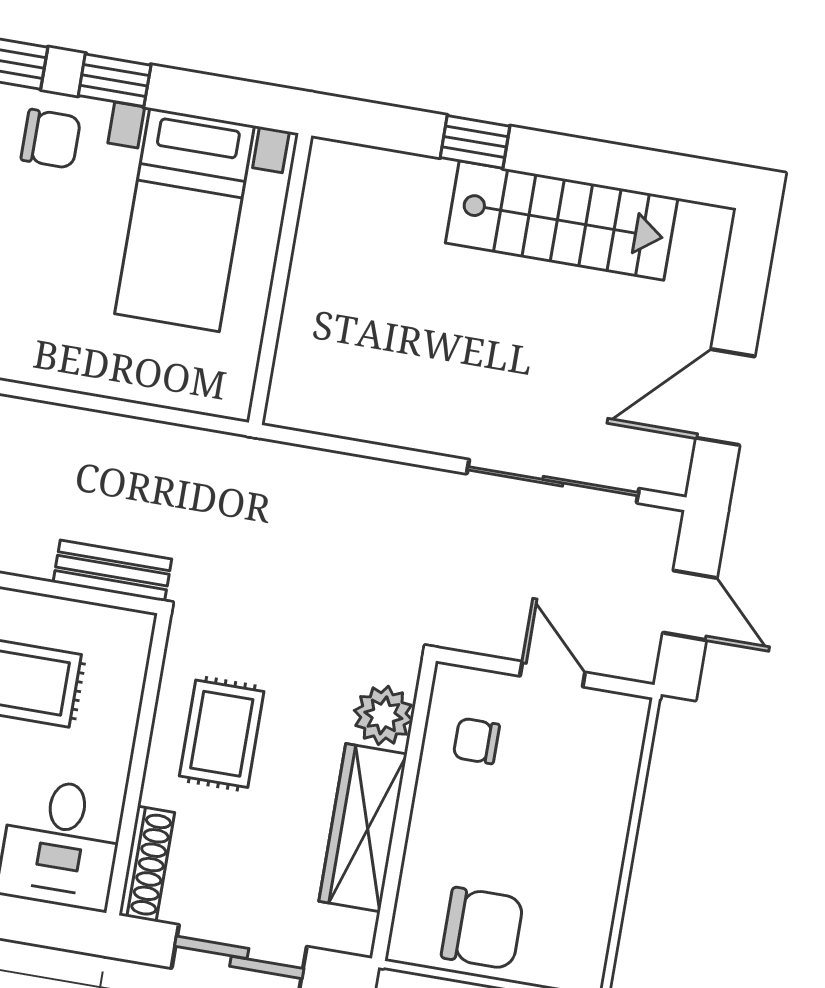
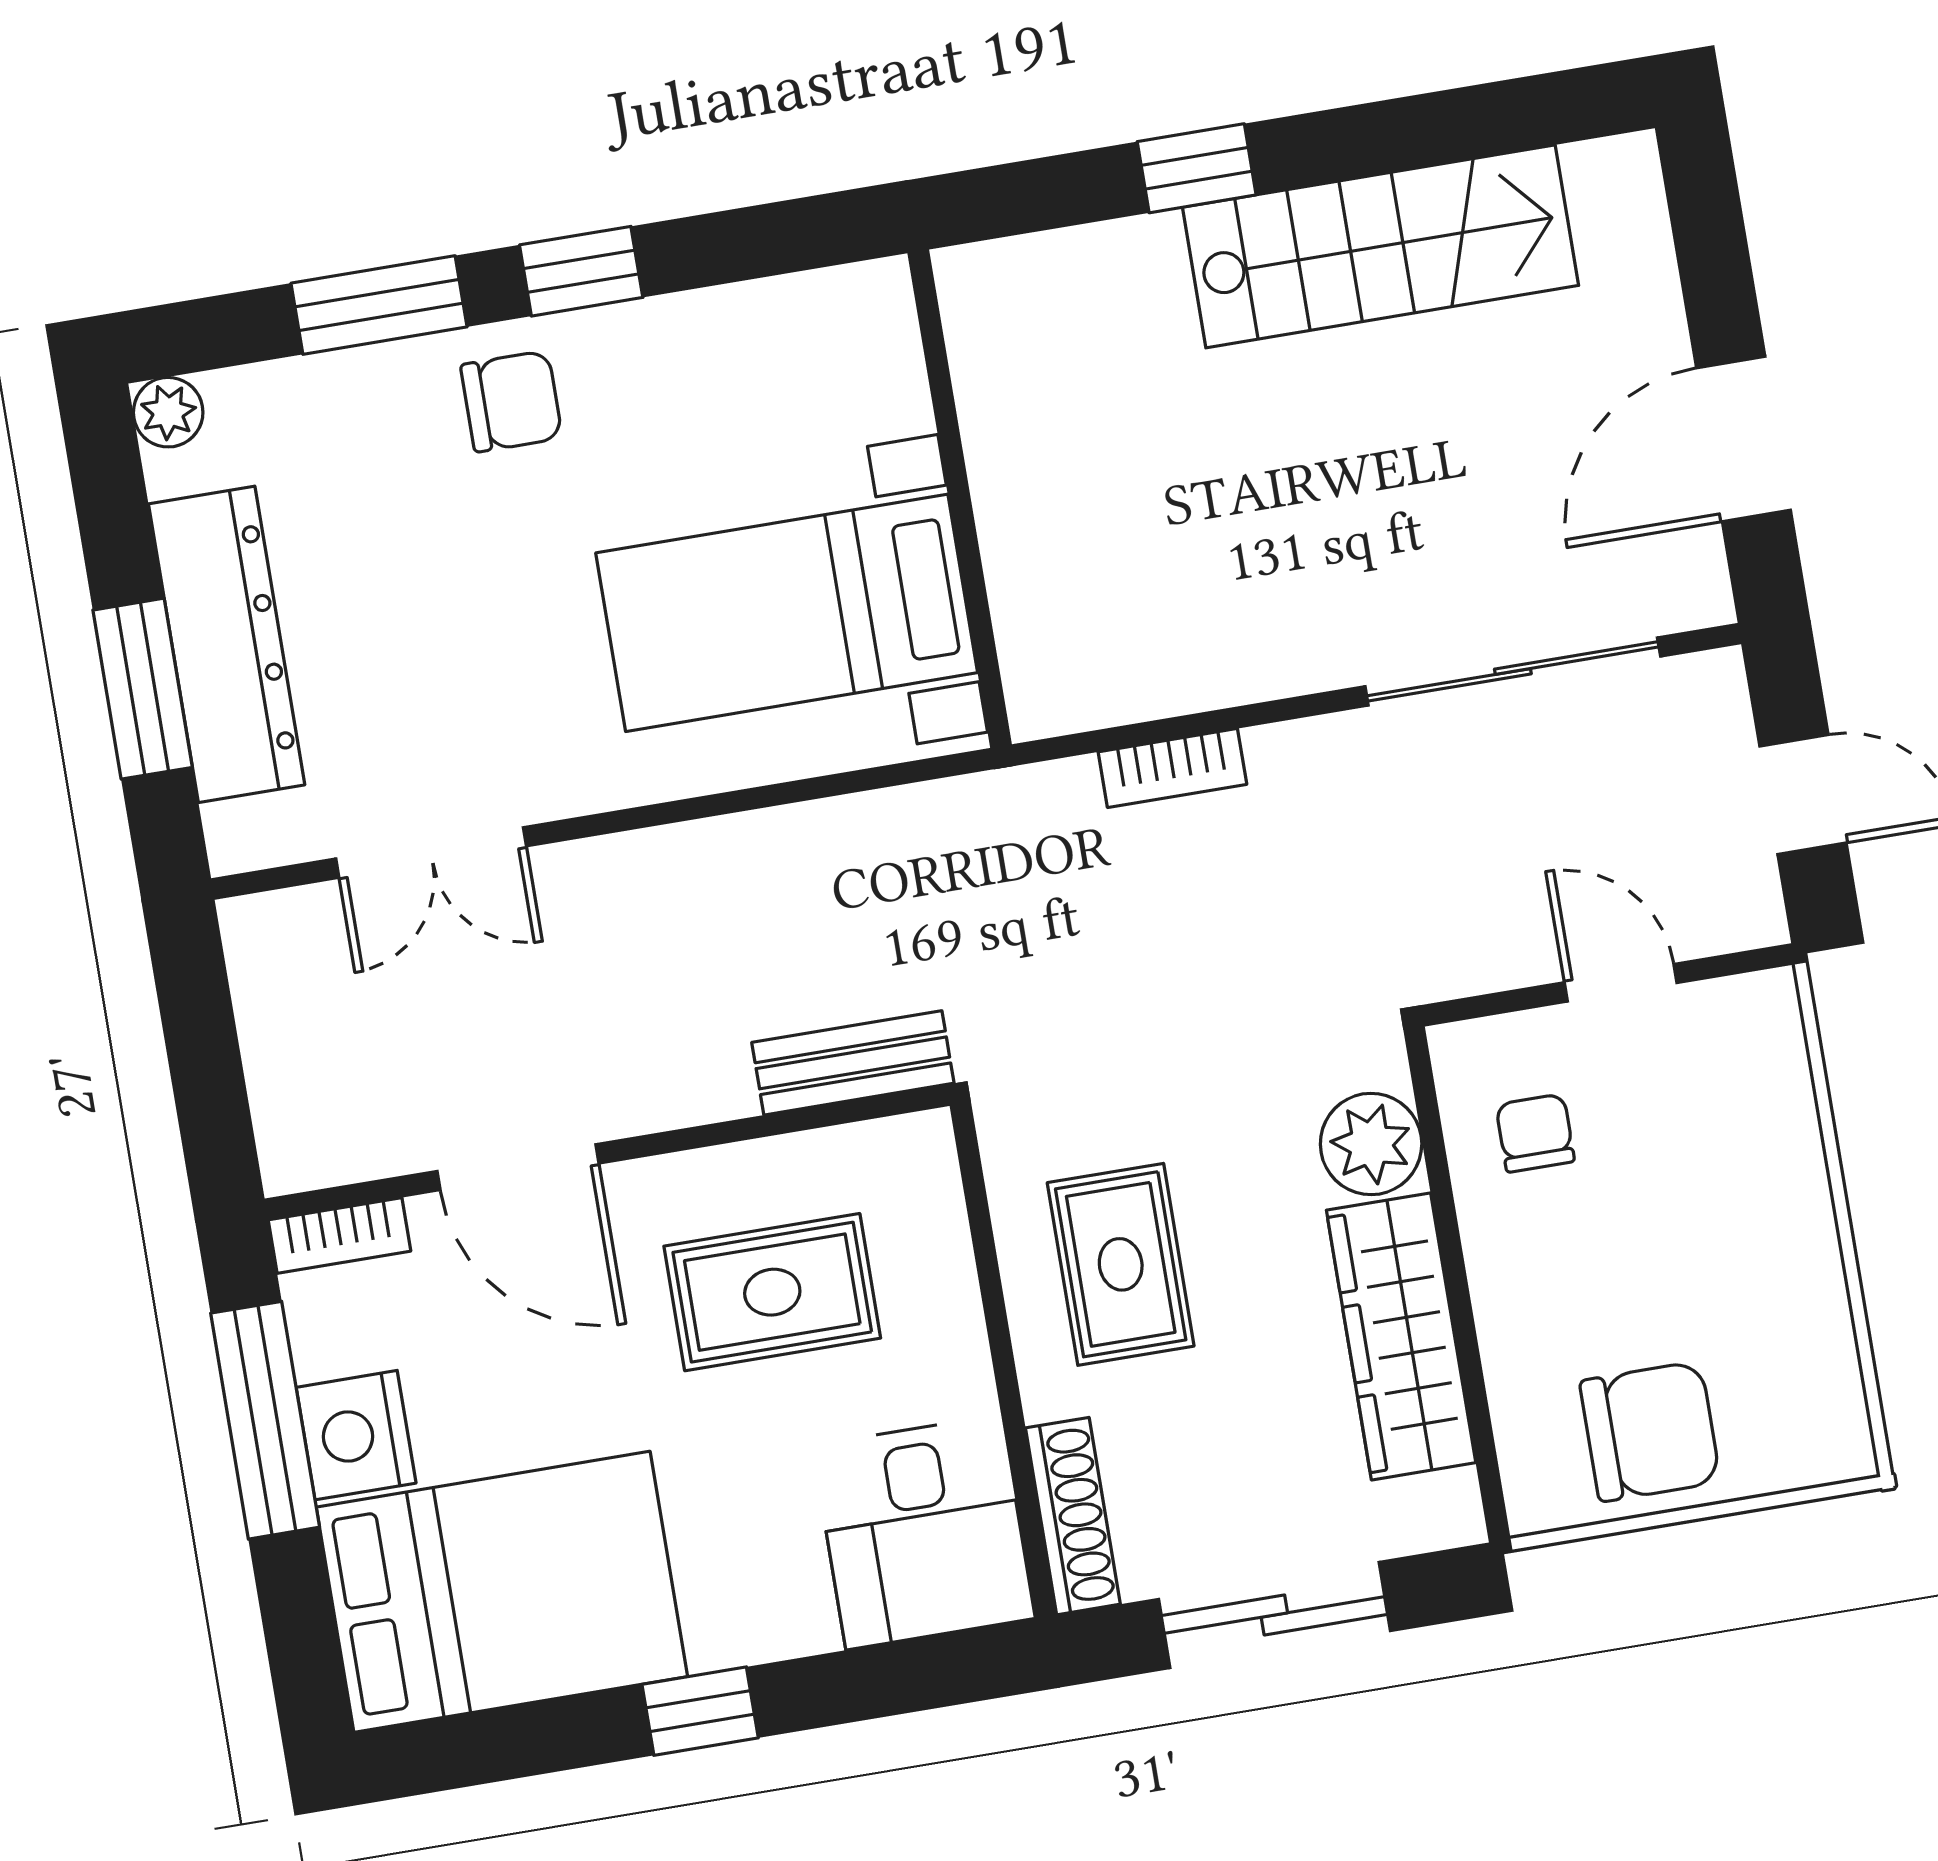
bed with nightstands: (184, 220) -> (787, 613), moved, turned 90
bookcase: (346, 469) -> (1172, 768), added
chair: (476, 741) -> (1535, 1133), turned 90

